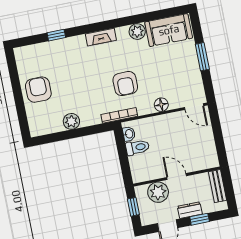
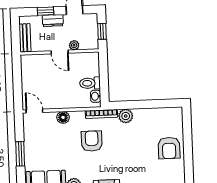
plant: (71, 121) -> (126, 116), moved
plant: (158, 192) -> (74, 45), width x0.53, depth x0.53

